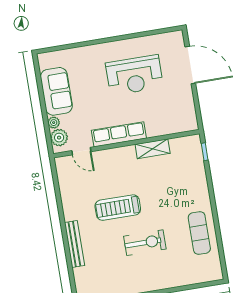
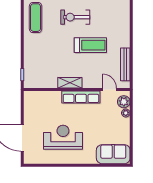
sofa: (56, 91) -> (113, 154), moved, turned 90
shelving: (153, 149) -> (70, 83), moved
bench: (74, 244) -> (125, 64), moved

